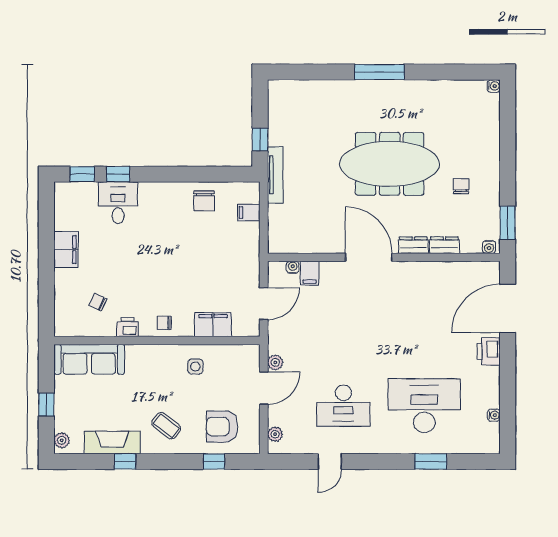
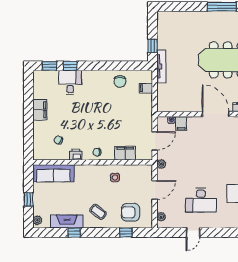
plant: (275, 362) -> (161, 164), moved

